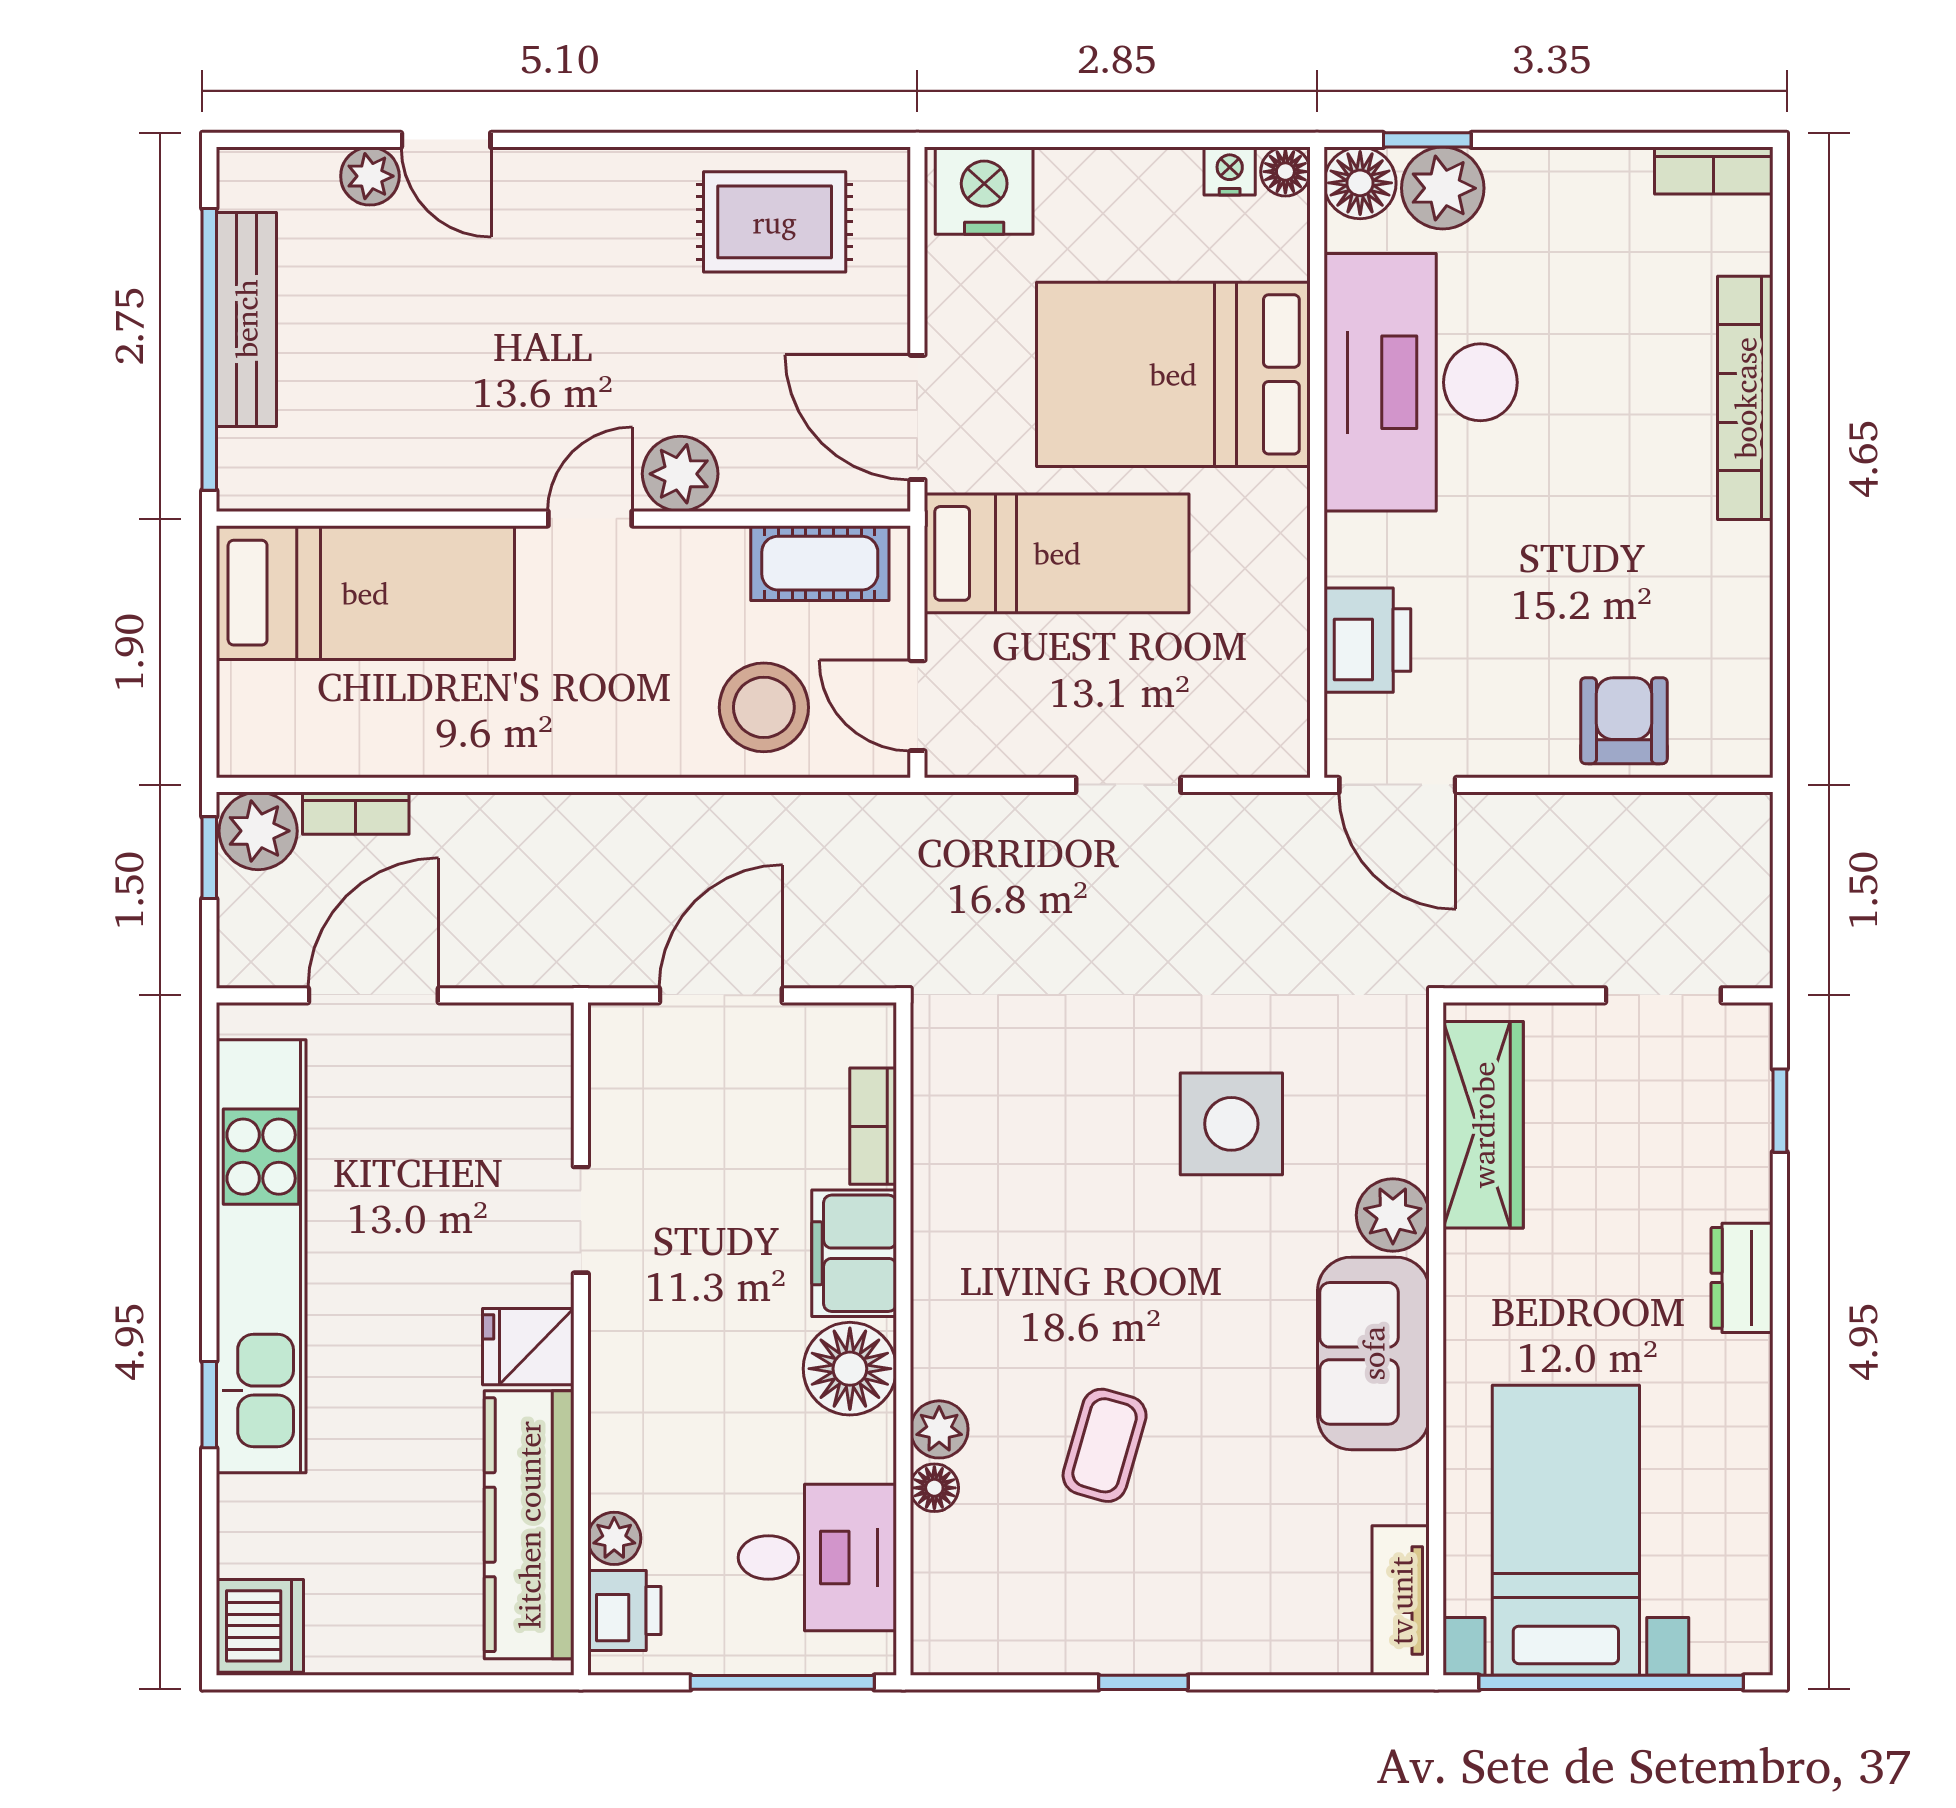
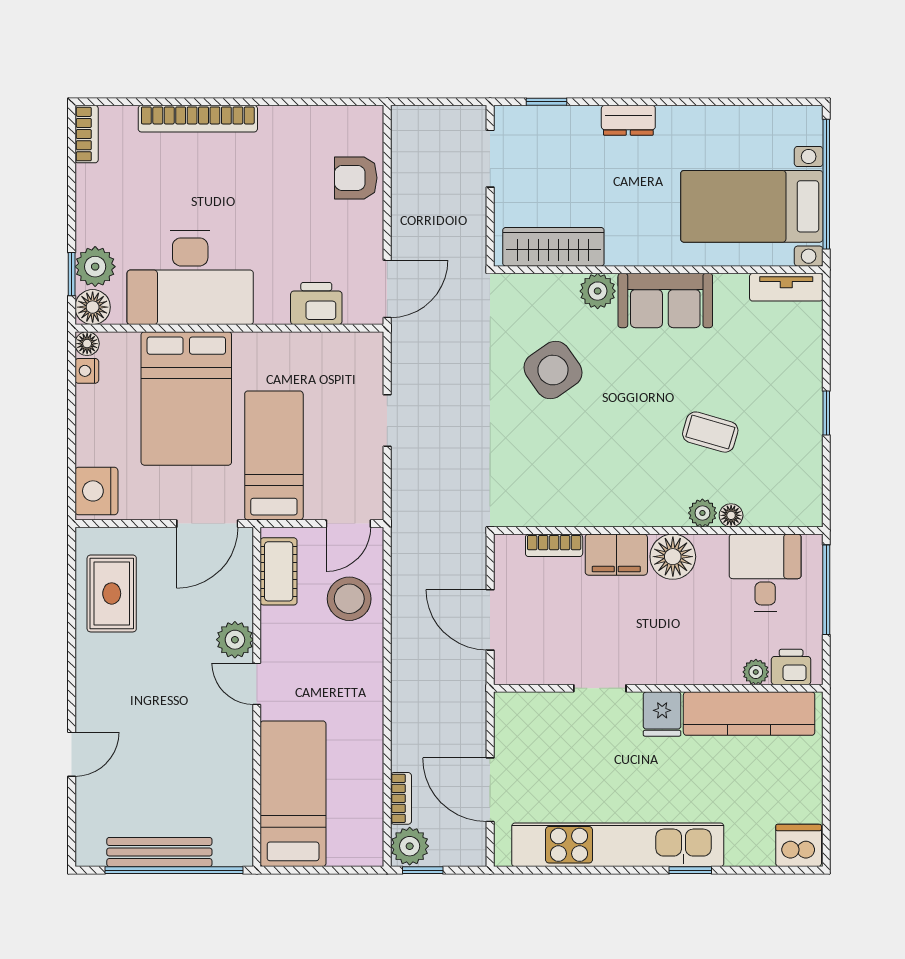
plant: (370, 176) -> (89, 791), removed
side table: (1231, 1124) -> (553, 370), turned -35

